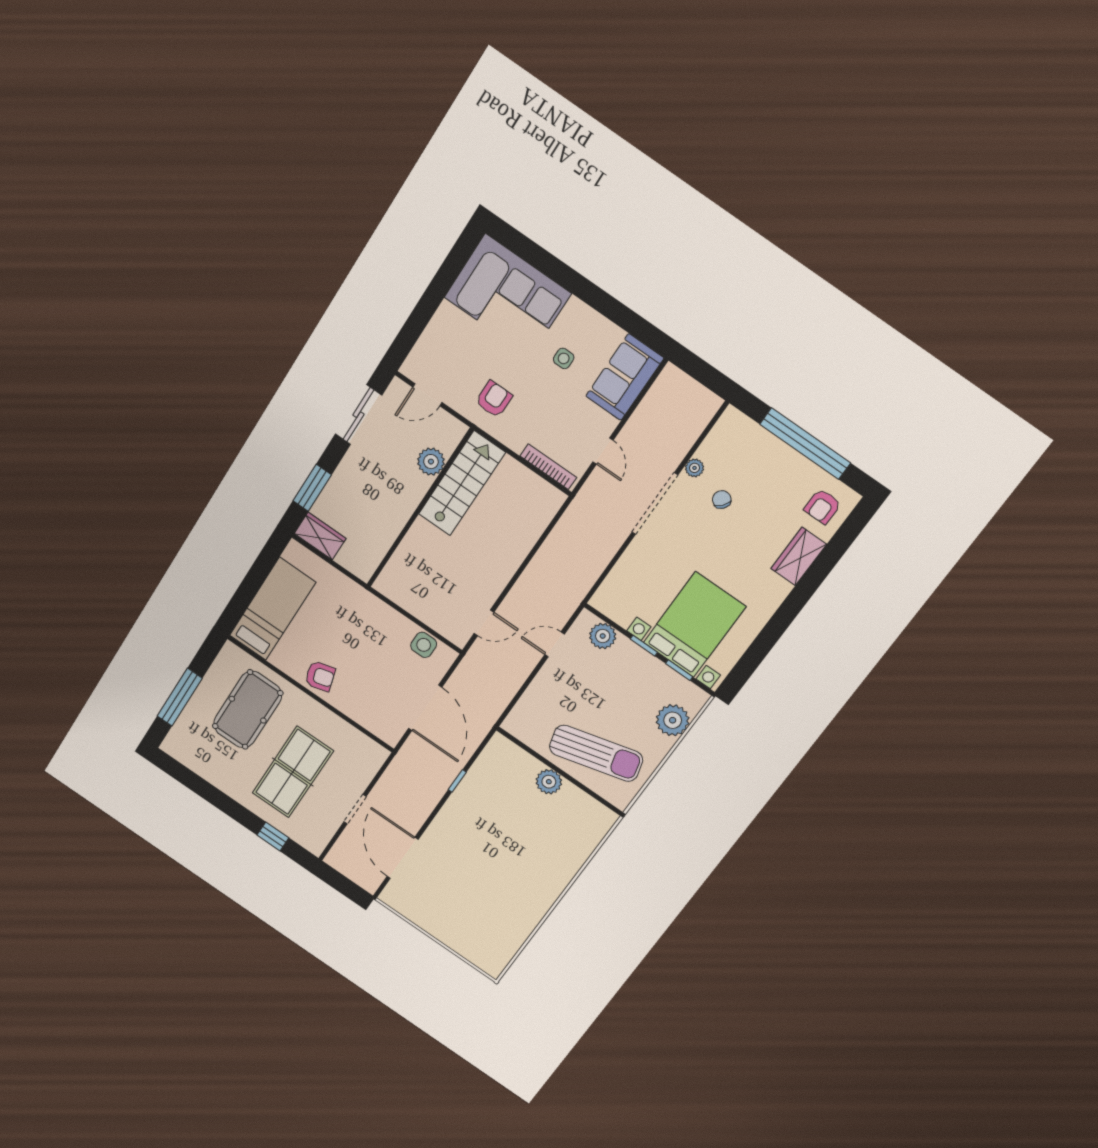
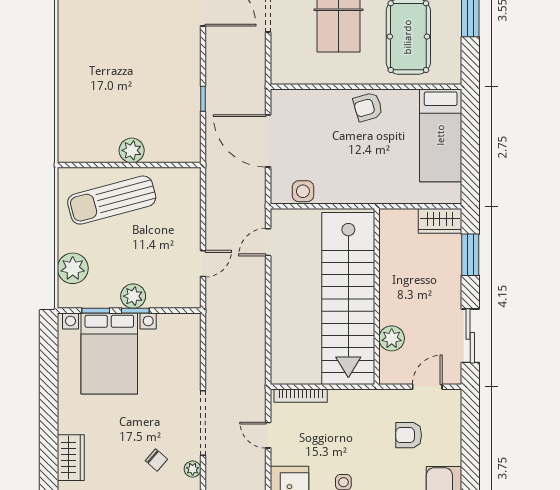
armchair: (494, 399) -> (409, 435), moved, turned 90
stairs: (462, 483) -> (348, 298), width x1.86, depth x1.51
plant: (603, 636) -> (133, 296), moved

